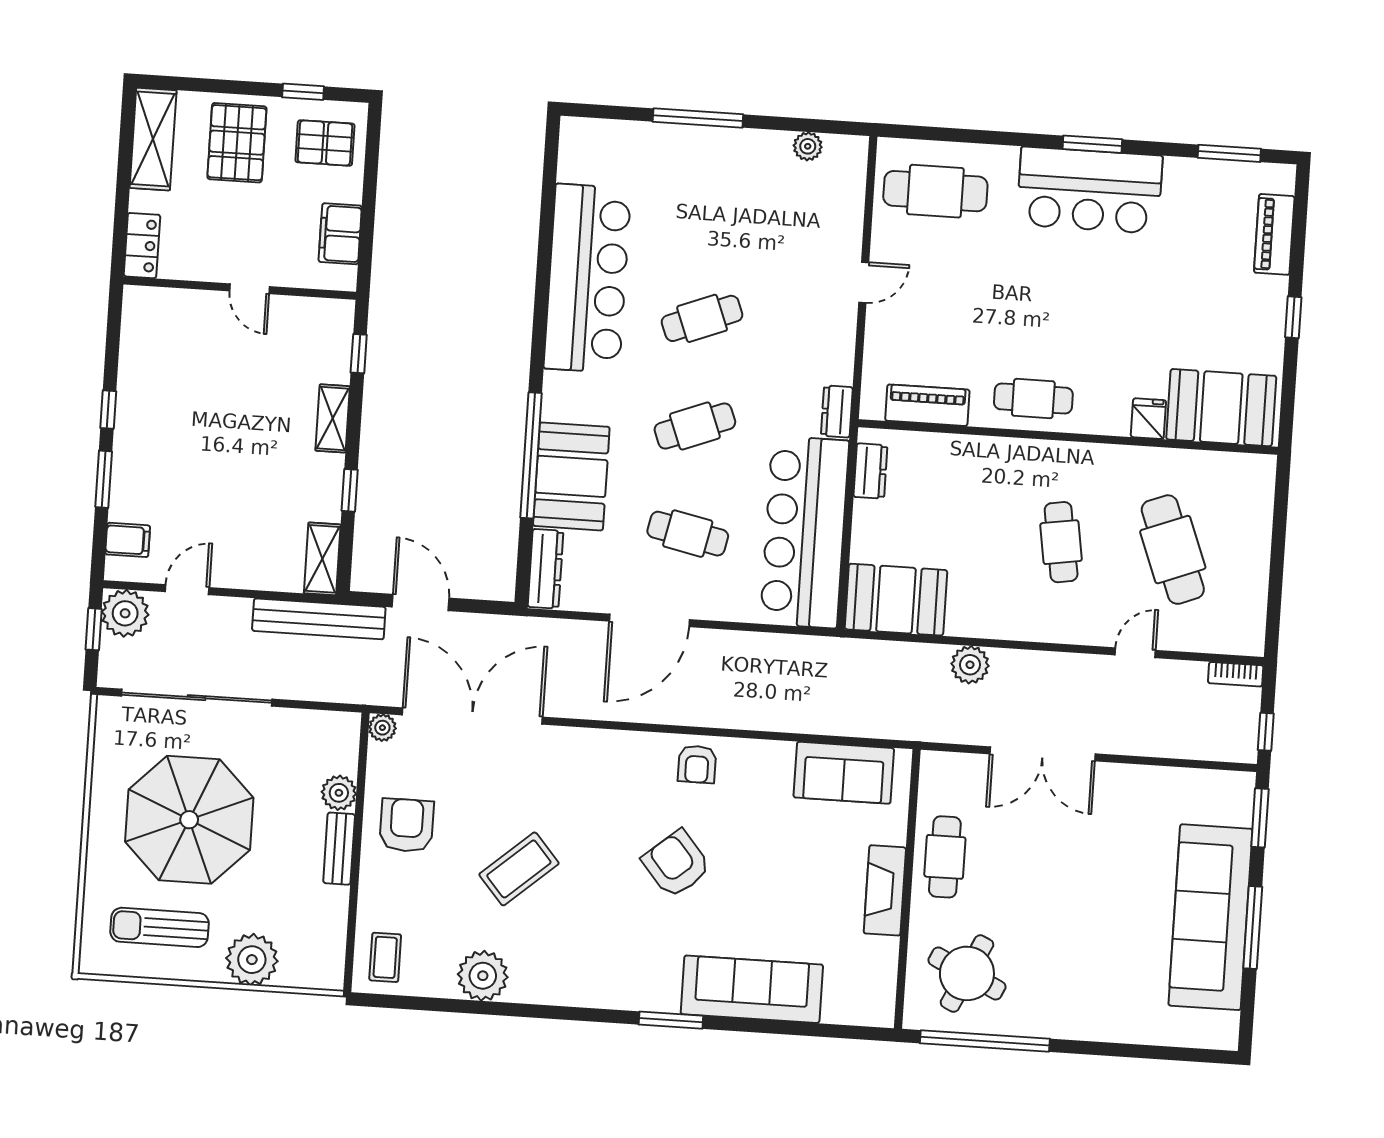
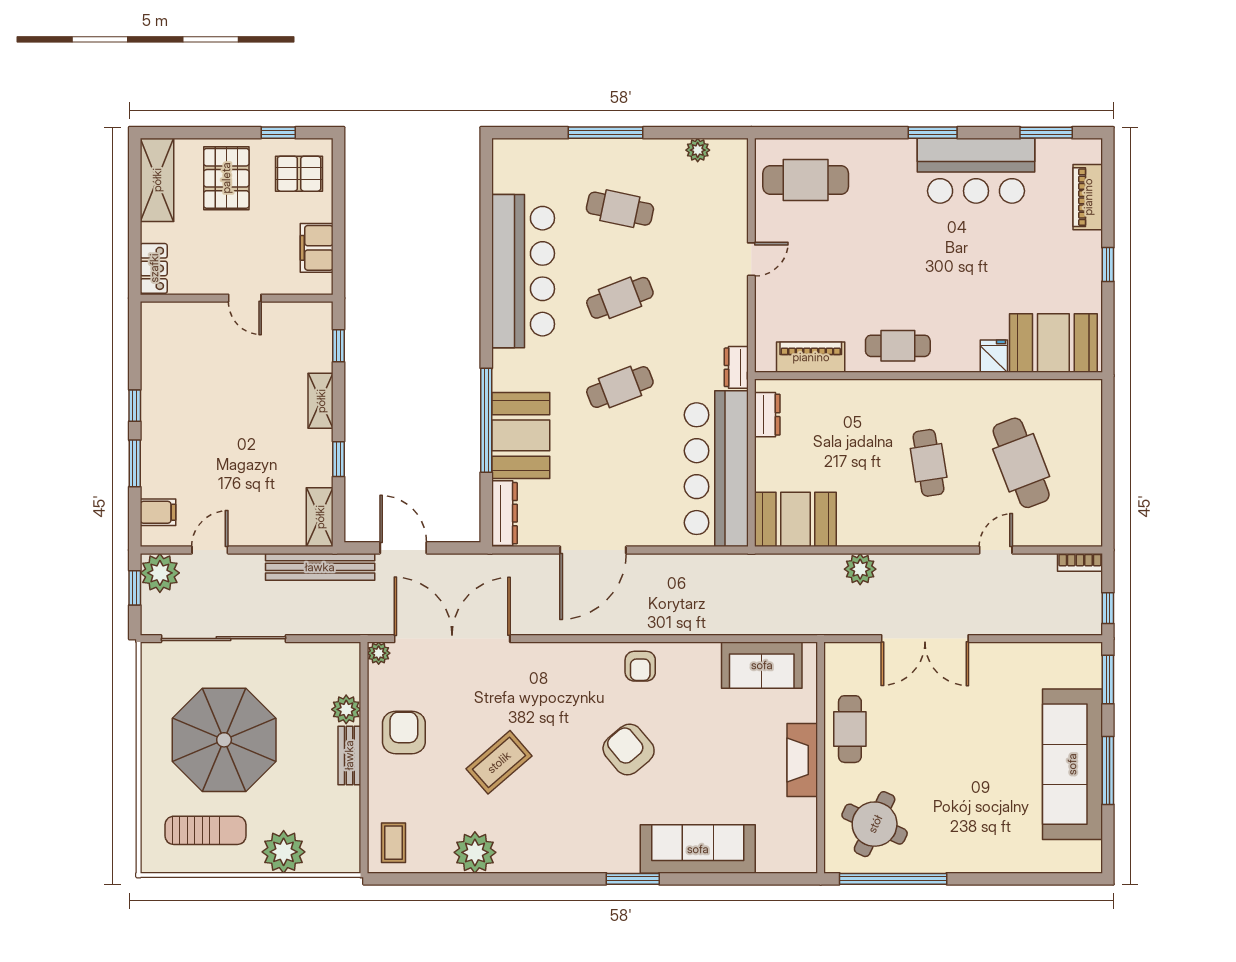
bar counter: (1090, 190) -> (976, 171), moved
cafe table: (688, 534) -> (620, 209), moved
sun lounger: (160, 927) -> (205, 830), turned 180

